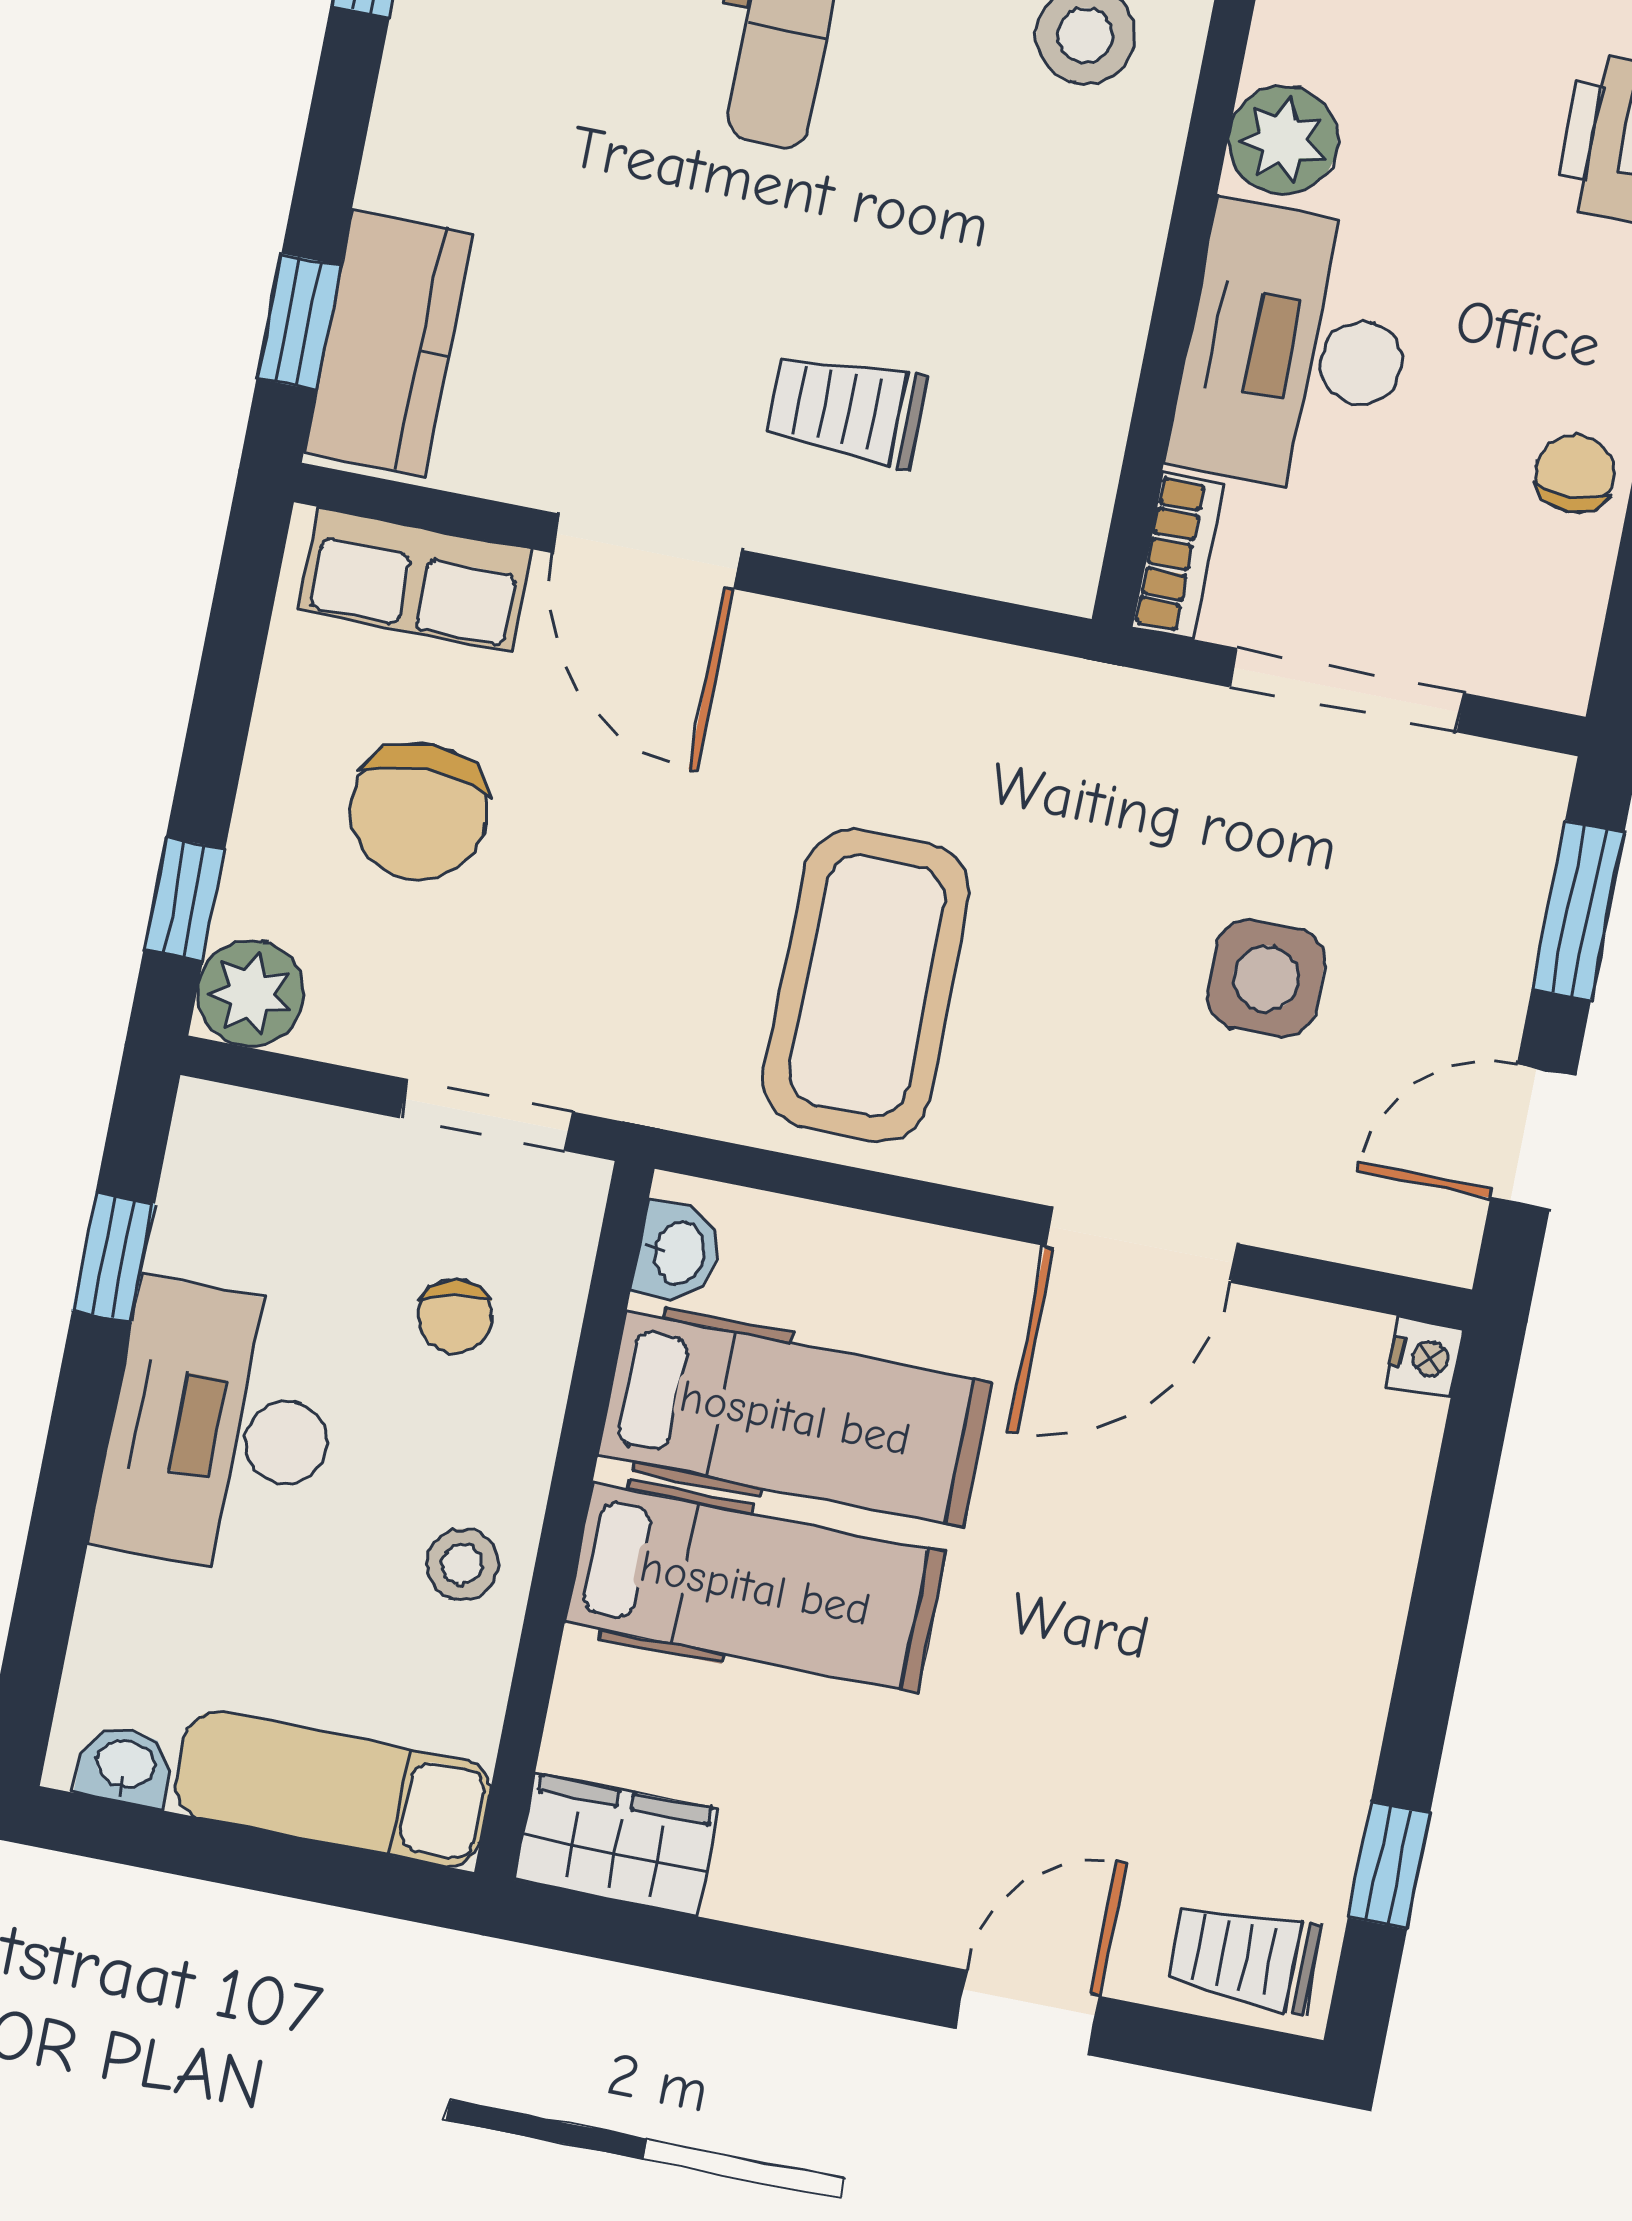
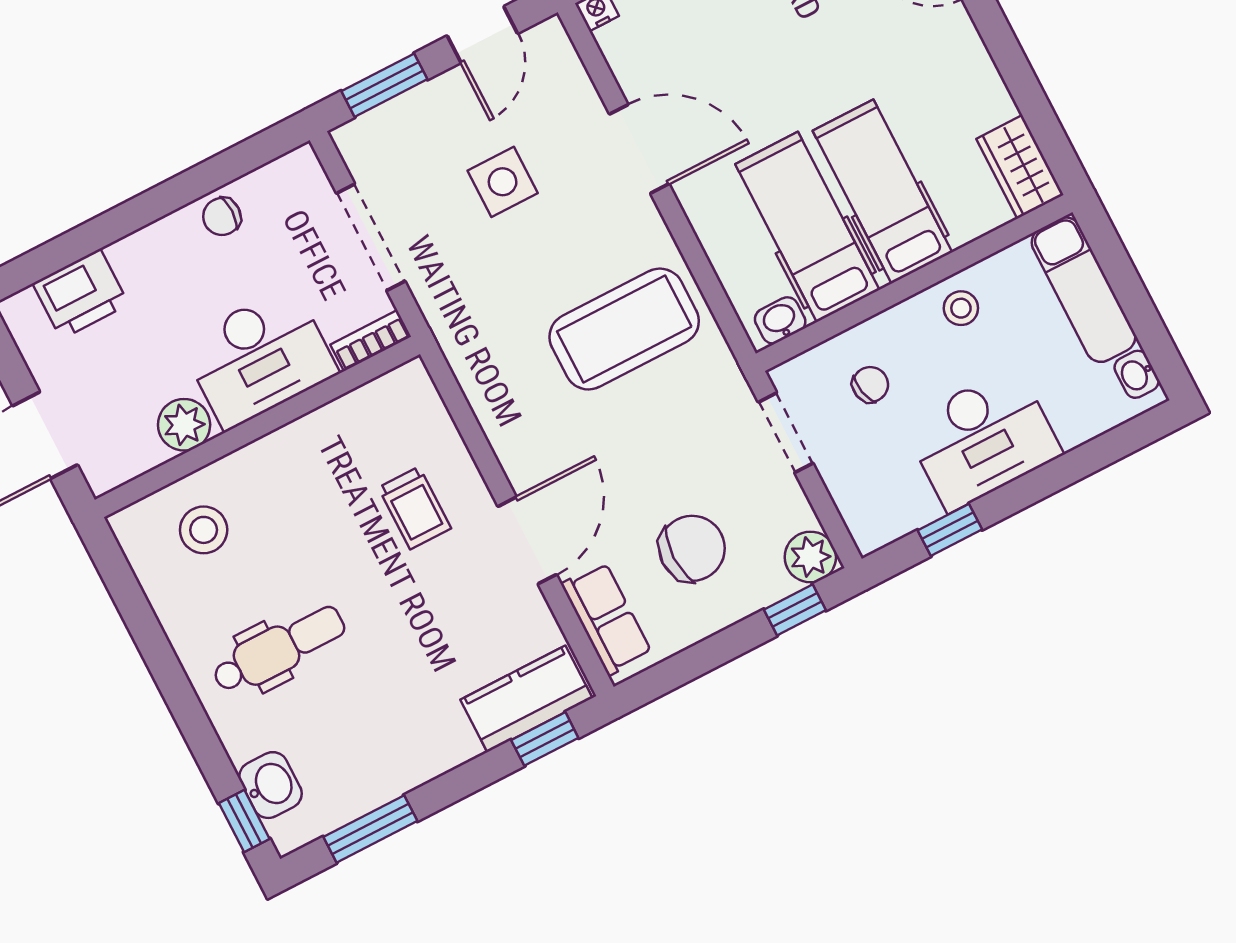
door: (1533, 1137) -> (482, 35), hinge flipped

